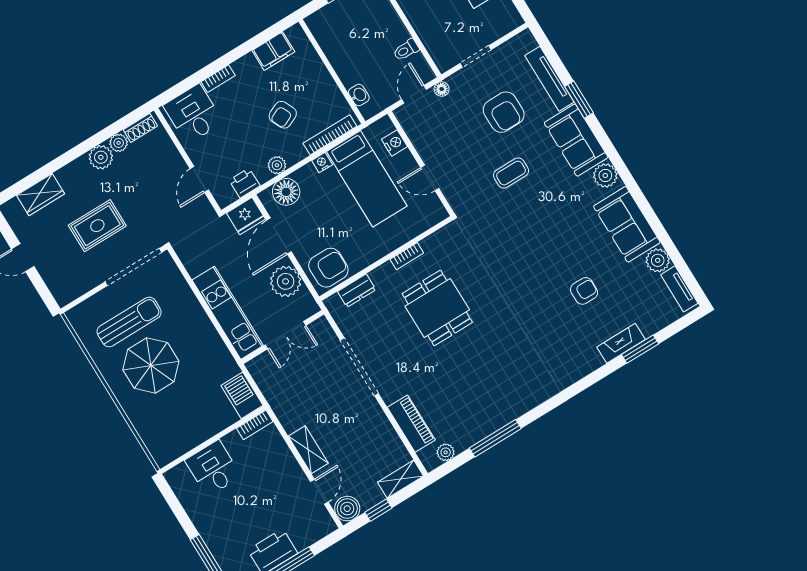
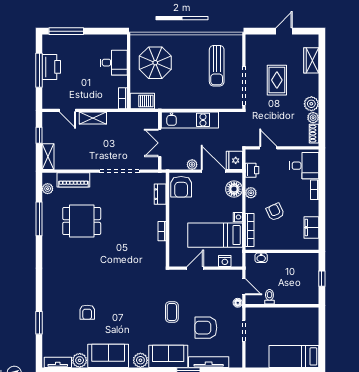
plant: (286, 281) -> (192, 165), width x0.53, depth x0.53
dining table: (437, 308) -> (82, 221), moved
fireplace: (621, 343) -> (48, 315), removed
parasol: (151, 365) -> (155, 63), moved
boiler: (347, 509) -> (50, 119), removed

